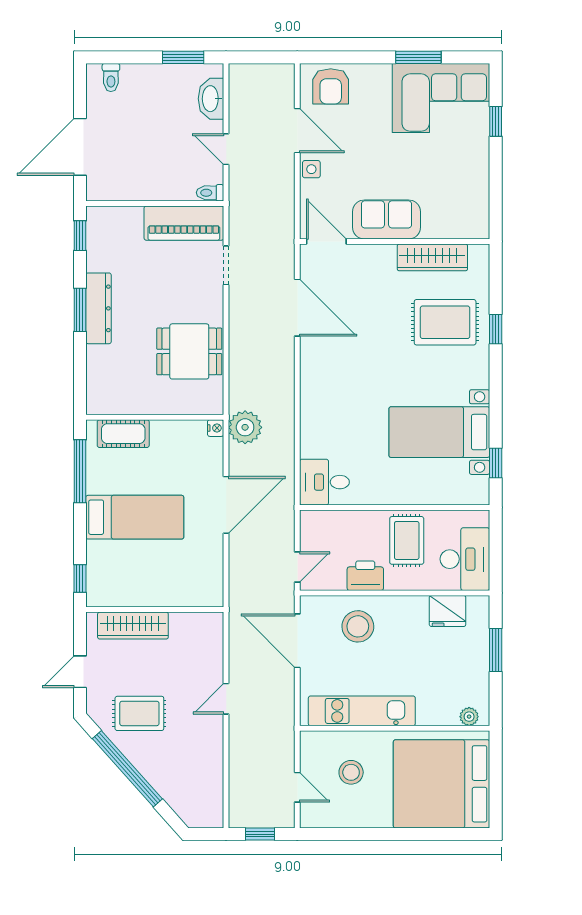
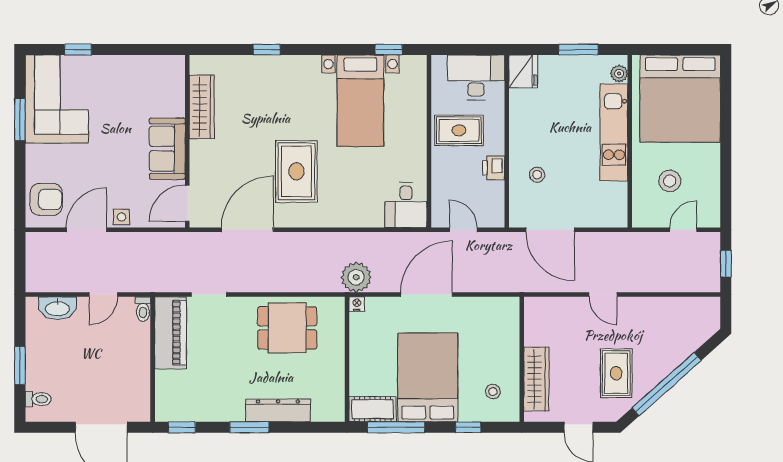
window: (183, 57) -> (20, 366), moved
dresser: (99, 308) -> (278, 410), moved
rug: (445, 322) -> (296, 171), moved
dining table: (189, 351) -> (287, 328), turned 90
cot: (123, 434) -> (373, 409), moved, turned 90
door: (226, 505) -> (427, 295), hinge flipped
bed: (135, 517) -> (428, 377), width x1.50
door: (297, 567) -> (463, 230), moved
printer: (365, 576) -> (494, 168), width x0.73, depth x0.81
window: (80, 578) -> (468, 427), moved
stool: (119, 578) -> (493, 392), added
fridge: (448, 611) -> (523, 71), moved
stool: (358, 626) -> (537, 175), width x0.53, depth x0.53
door: (297, 641) -> (550, 230), hinge flipped
window: (496, 650) -> (579, 50), moved
kitchen unit: (362, 711) -> (614, 132), moved

